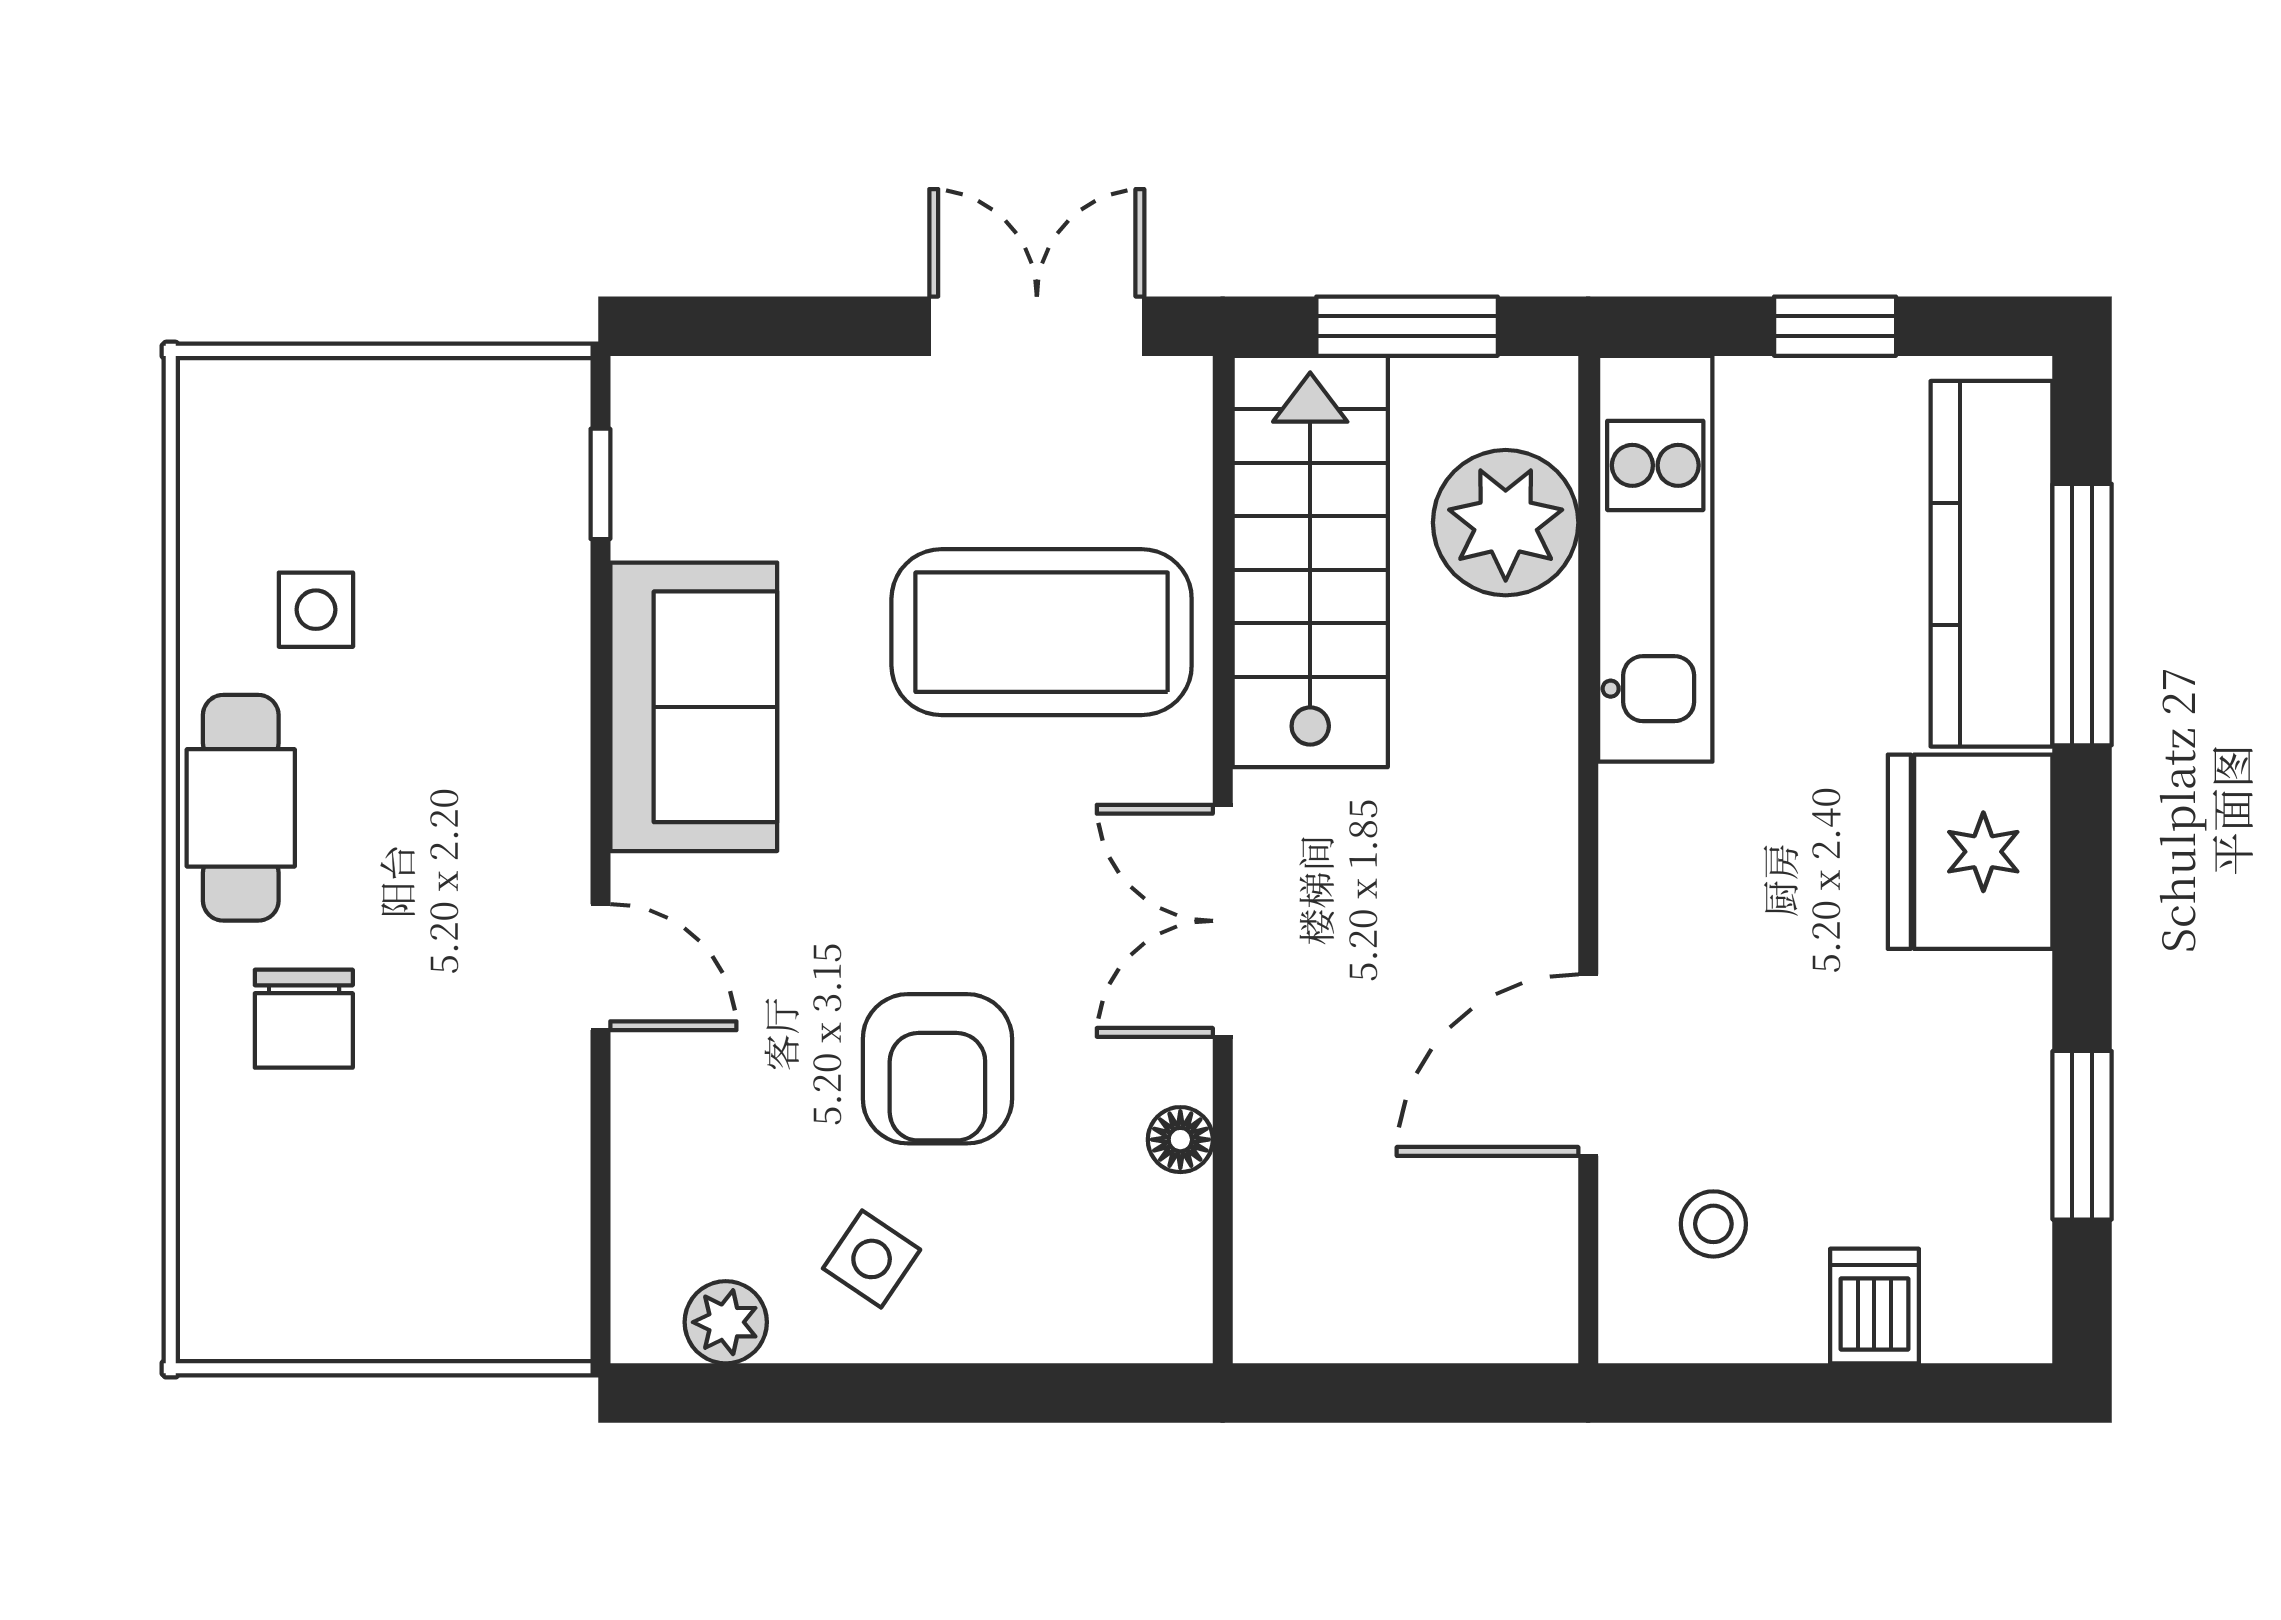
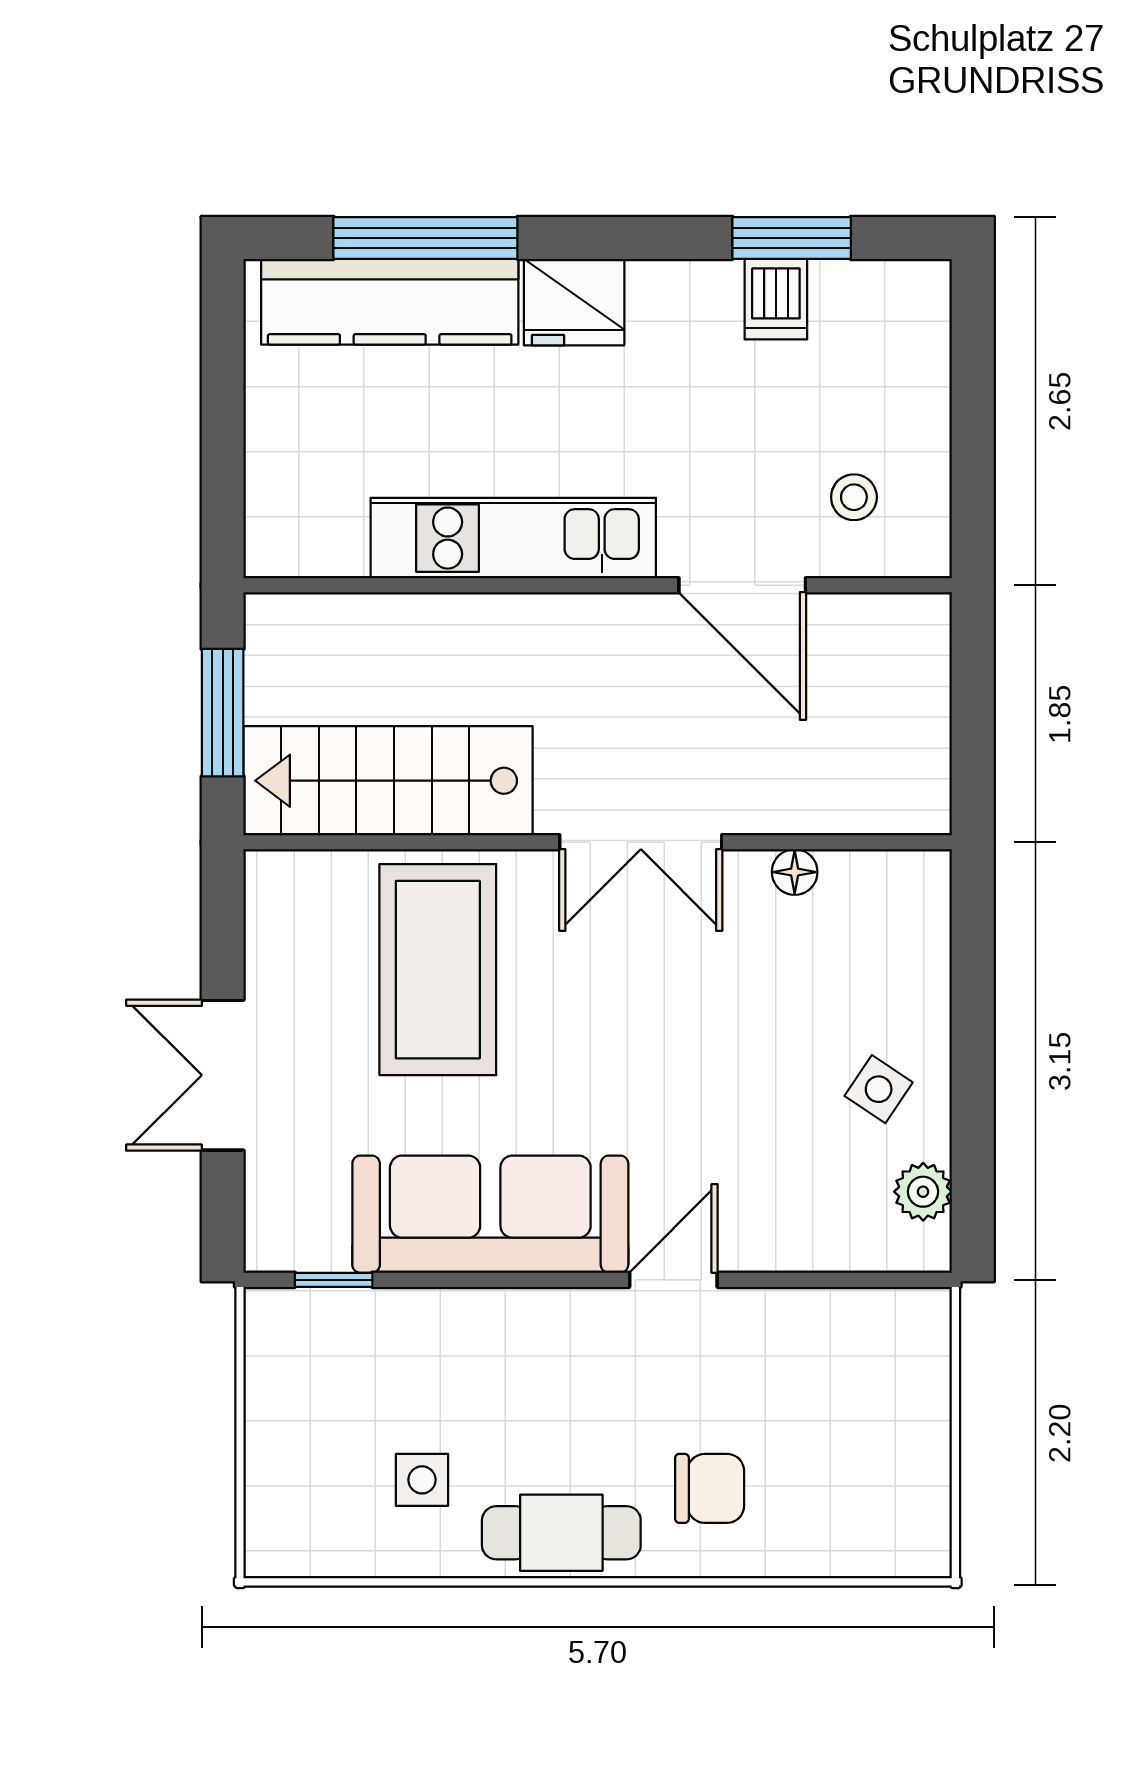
double door: (1037, 326) -> (223, 1075), moved
window: (1835, 326) -> (223, 412), removed
plant: (1506, 523) -> (361, 643), removed
kitchen unit: (1655, 559) -> (513, 538), moved
sofa: (694, 707) -> (490, 1214), width x1.36
fridge: (1970, 852) -> (574, 302), width x0.73, depth x0.75
armchair: (937, 1069) -> (745, 1043), removed
dishwasher: (1874, 1306) -> (776, 299), moved, turned -90

